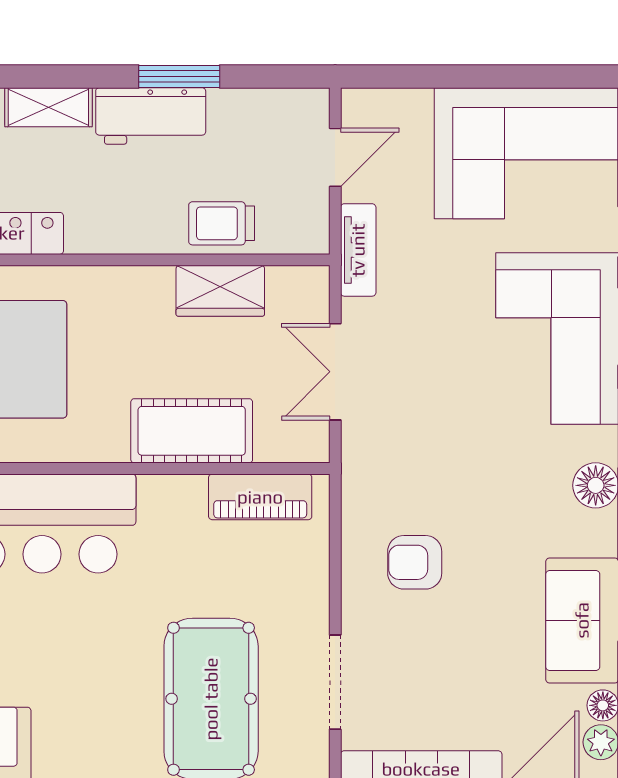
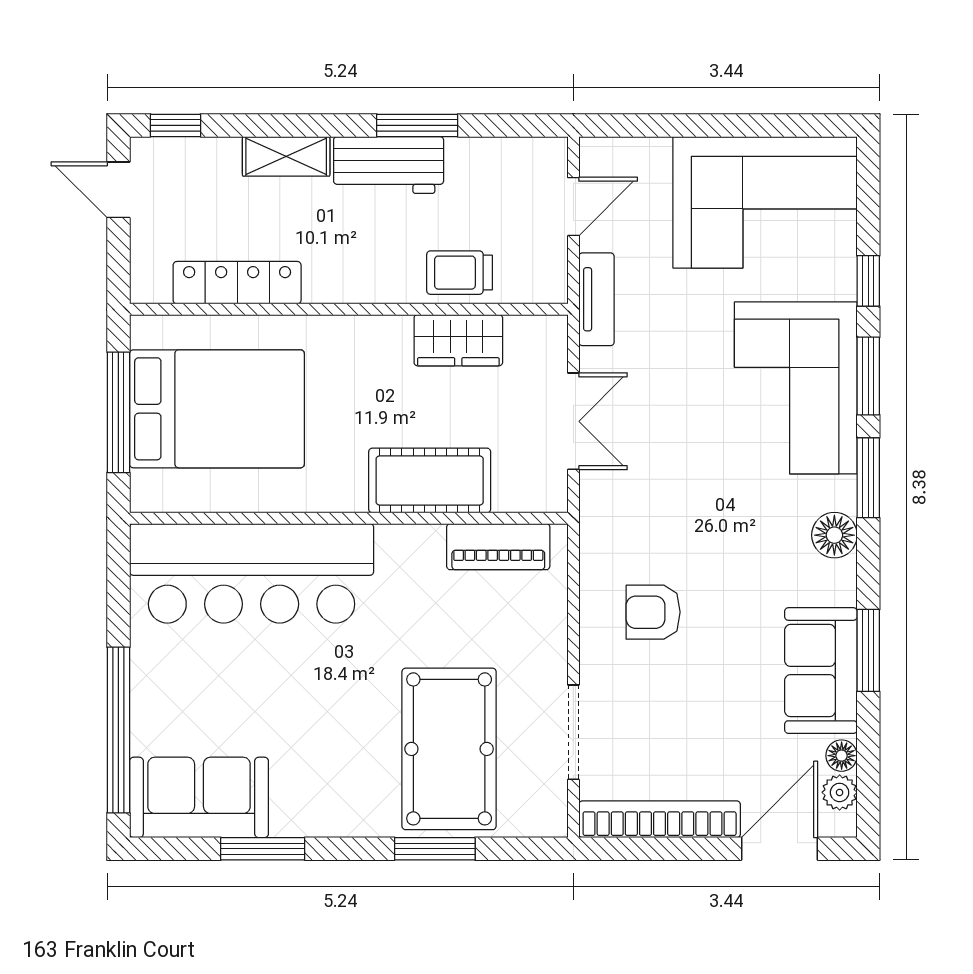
double door: (335, 372) -> (573, 421), swing flipped

